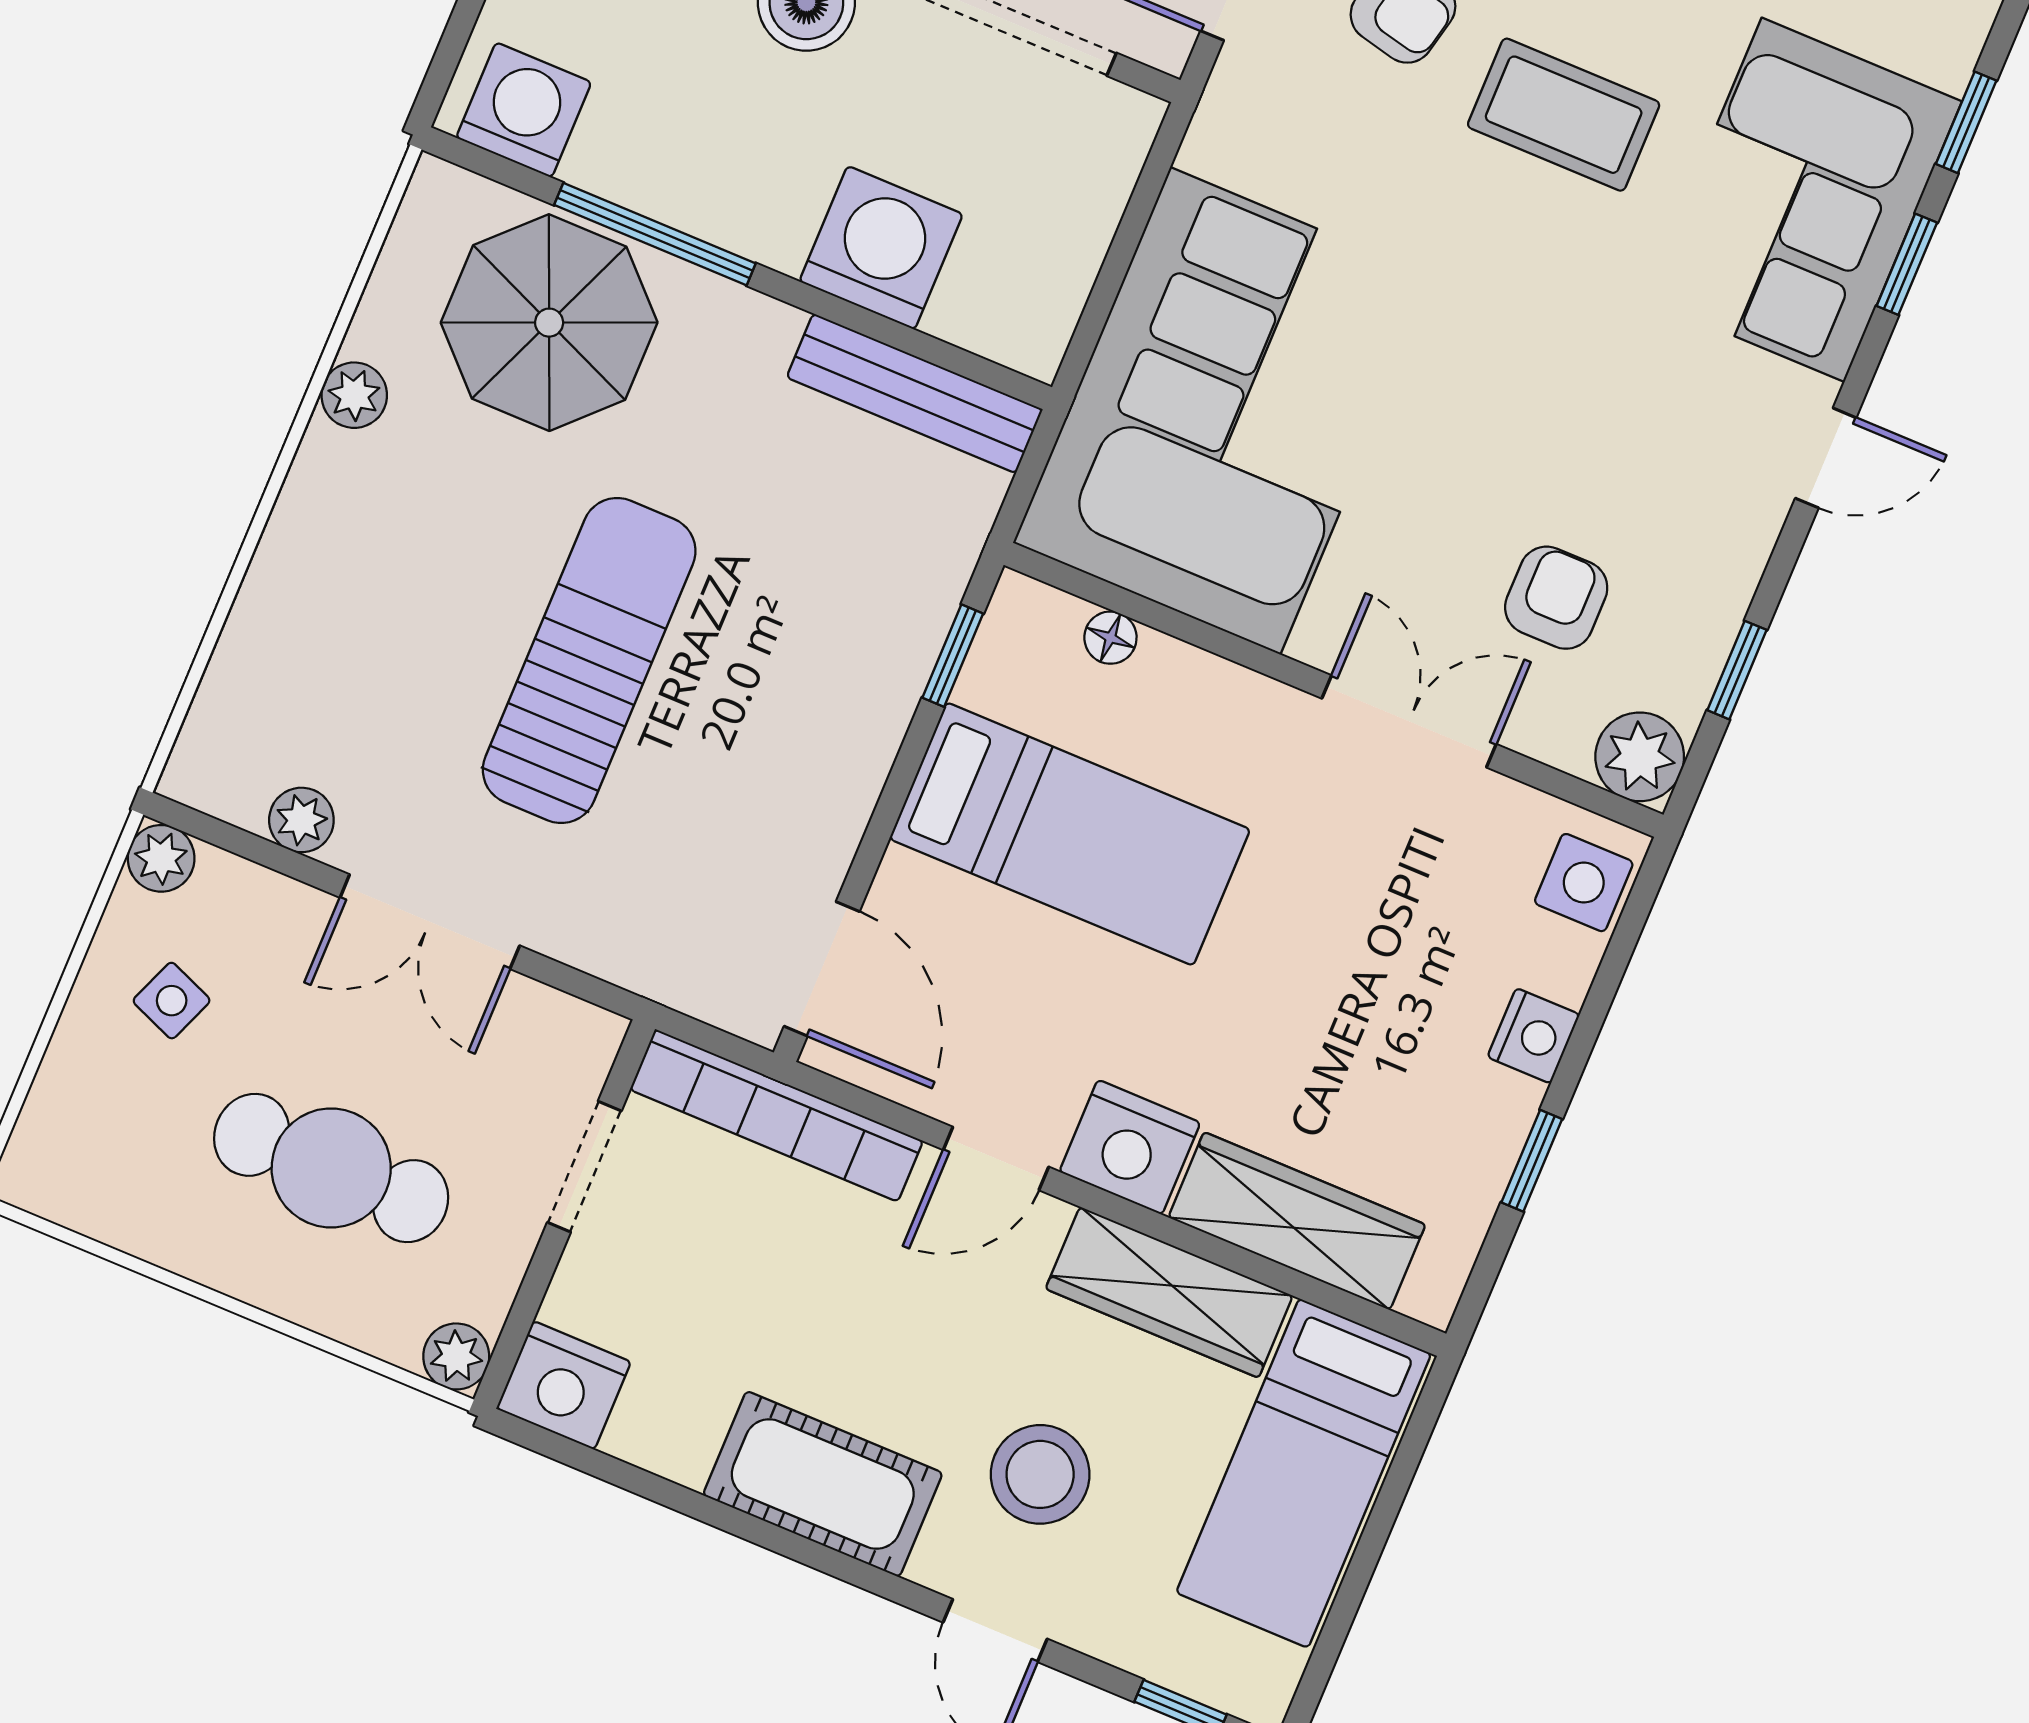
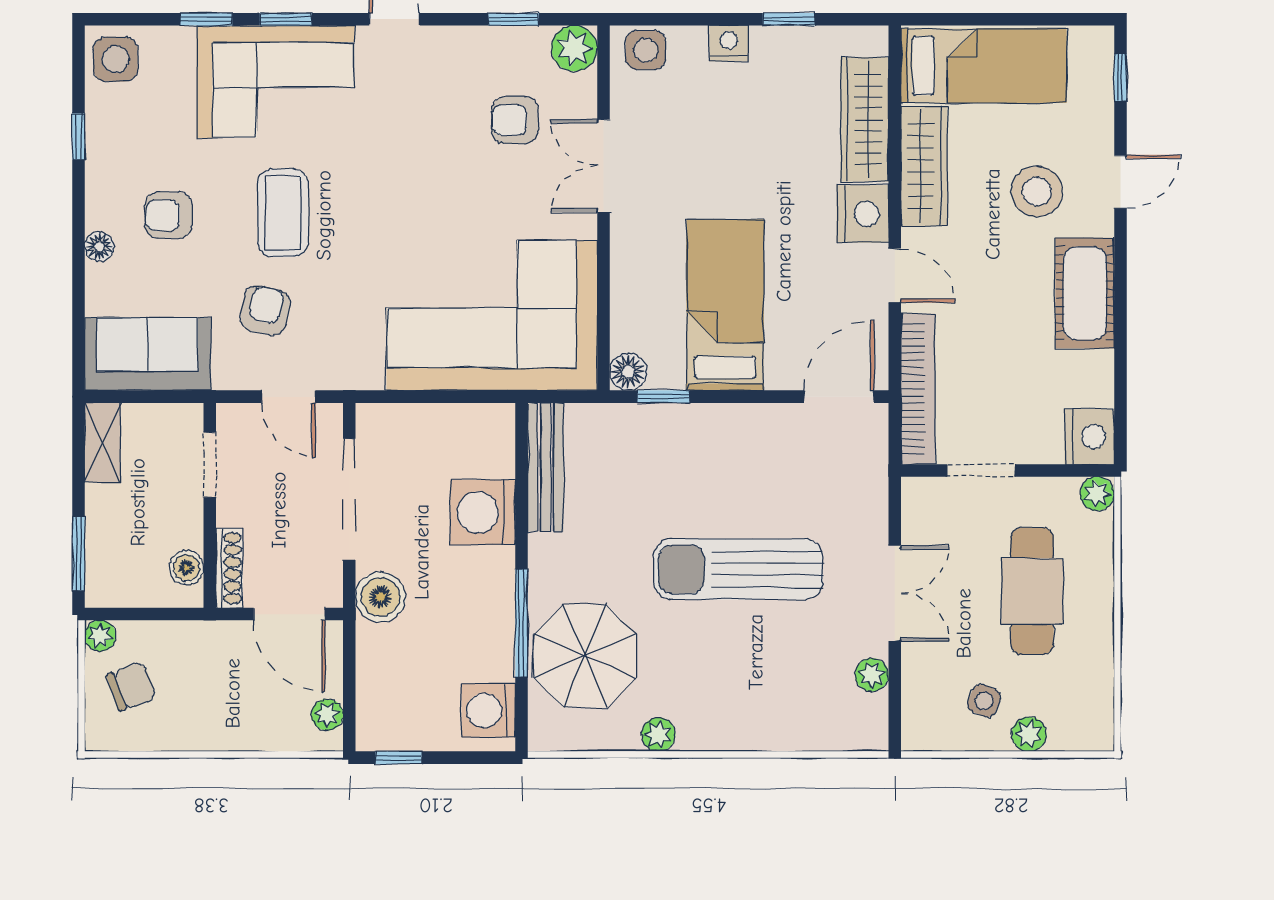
floor lamp: (1110, 638) -> (628, 372), moved, width x1.37, depth x1.37
plant: (161, 858) -> (1029, 734), moved

